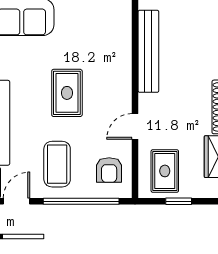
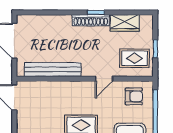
door: (135, 126) -> (104, 79), hinge flipped

